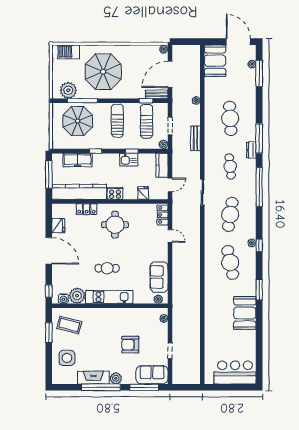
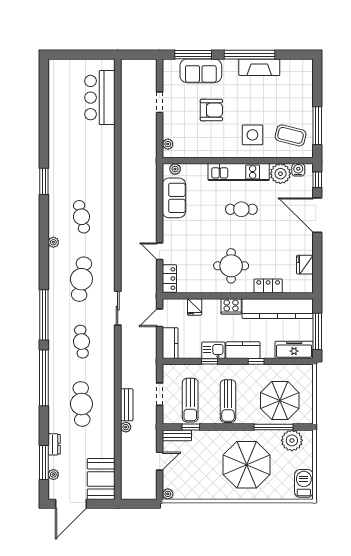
door: (238, 42) -> (71, 504), hinge flipped
barbecue: (69, 52) -> (304, 483), moved, turned -90
door: (170, 74) -> (160, 461), width x0.53
bench: (195, 138) -> (127, 405), moved
window: (259, 138) -> (44, 378), width x1.46
plant: (163, 144) -> (168, 370), removed
dresser: (251, 150) -> (54, 444), moved
freezer: (78, 160) -> (294, 350), moved
kitchen counter: (106, 160) -> (243, 350), added
window: (259, 245) -> (44, 239), removed
door: (49, 251) -> (317, 215), moved
cafe table: (230, 262) -> (81, 217), width x0.73, depth x0.74
booth: (245, 313) -> (62, 151), removed
window: (49, 333) -> (317, 126), width x1.44
side table: (67, 358) -> (252, 135), moved
bar counter: (235, 372) -> (100, 98), moved, turned 90
sofa: (152, 375) -> (201, 71), moved
plant: (116, 378) -> (230, 66), removed

